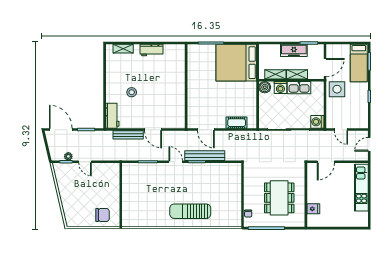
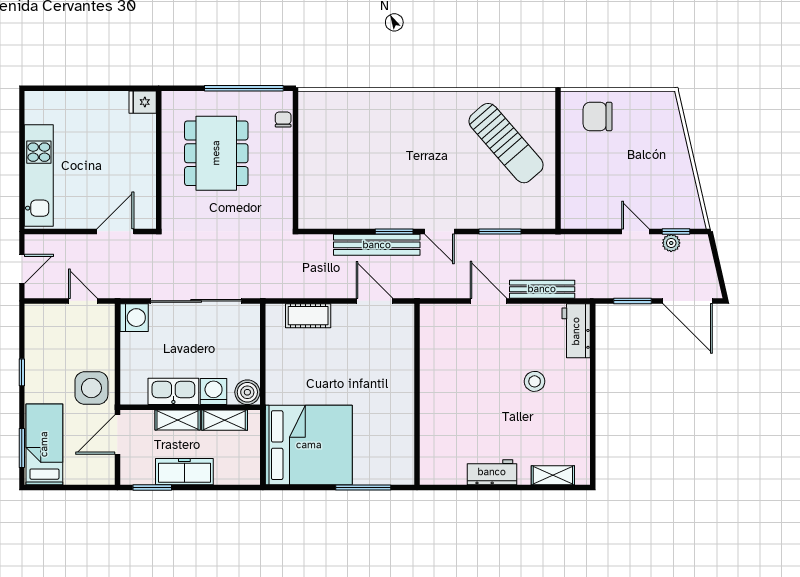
fridge: (313, 209) -> (143, 102), moved
sun lounger: (190, 211) -> (506, 143), moved, turned 49

